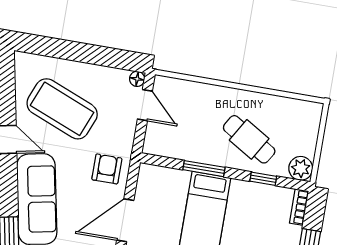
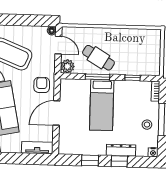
cafe table: (249, 139) -> (98, 58), moved
plant: (301, 168) -> (67, 66), moved

